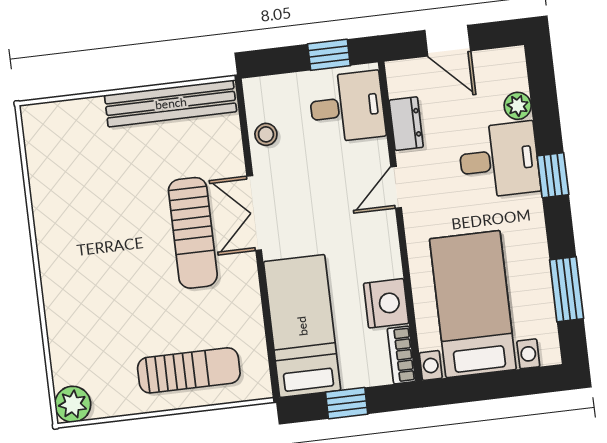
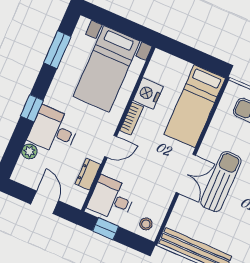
stool: (266, 134) -> (146, 224), moved
bookcase: (401, 355) -> (131, 119), moved
window: (347, 403) -> (195, 57), removed

